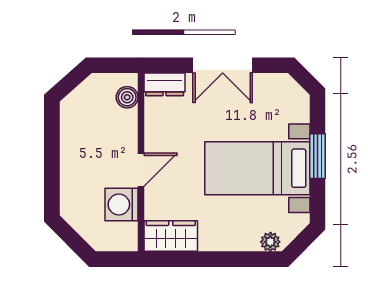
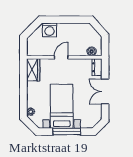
window: (317, 156) -> (67, 132), width x1.44
door: (141, 170) -> (61, 57), swing flipped
washing machine: (121, 204) -> (50, 30), moved, turned 180

